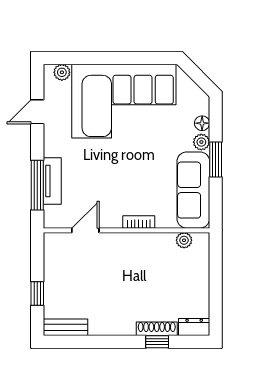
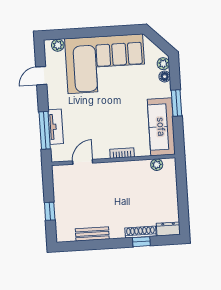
plant: (201, 142) -> (163, 64), moved
bench: (65, 327) -> (92, 234), moved

